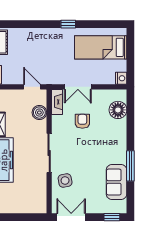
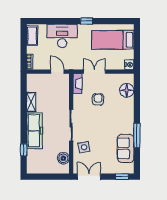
desk: (38, 43) -> (62, 36), added
double door: (78, 87) -> (94, 72), swing flipped
boiler: (39, 113) -> (63, 158), moved

